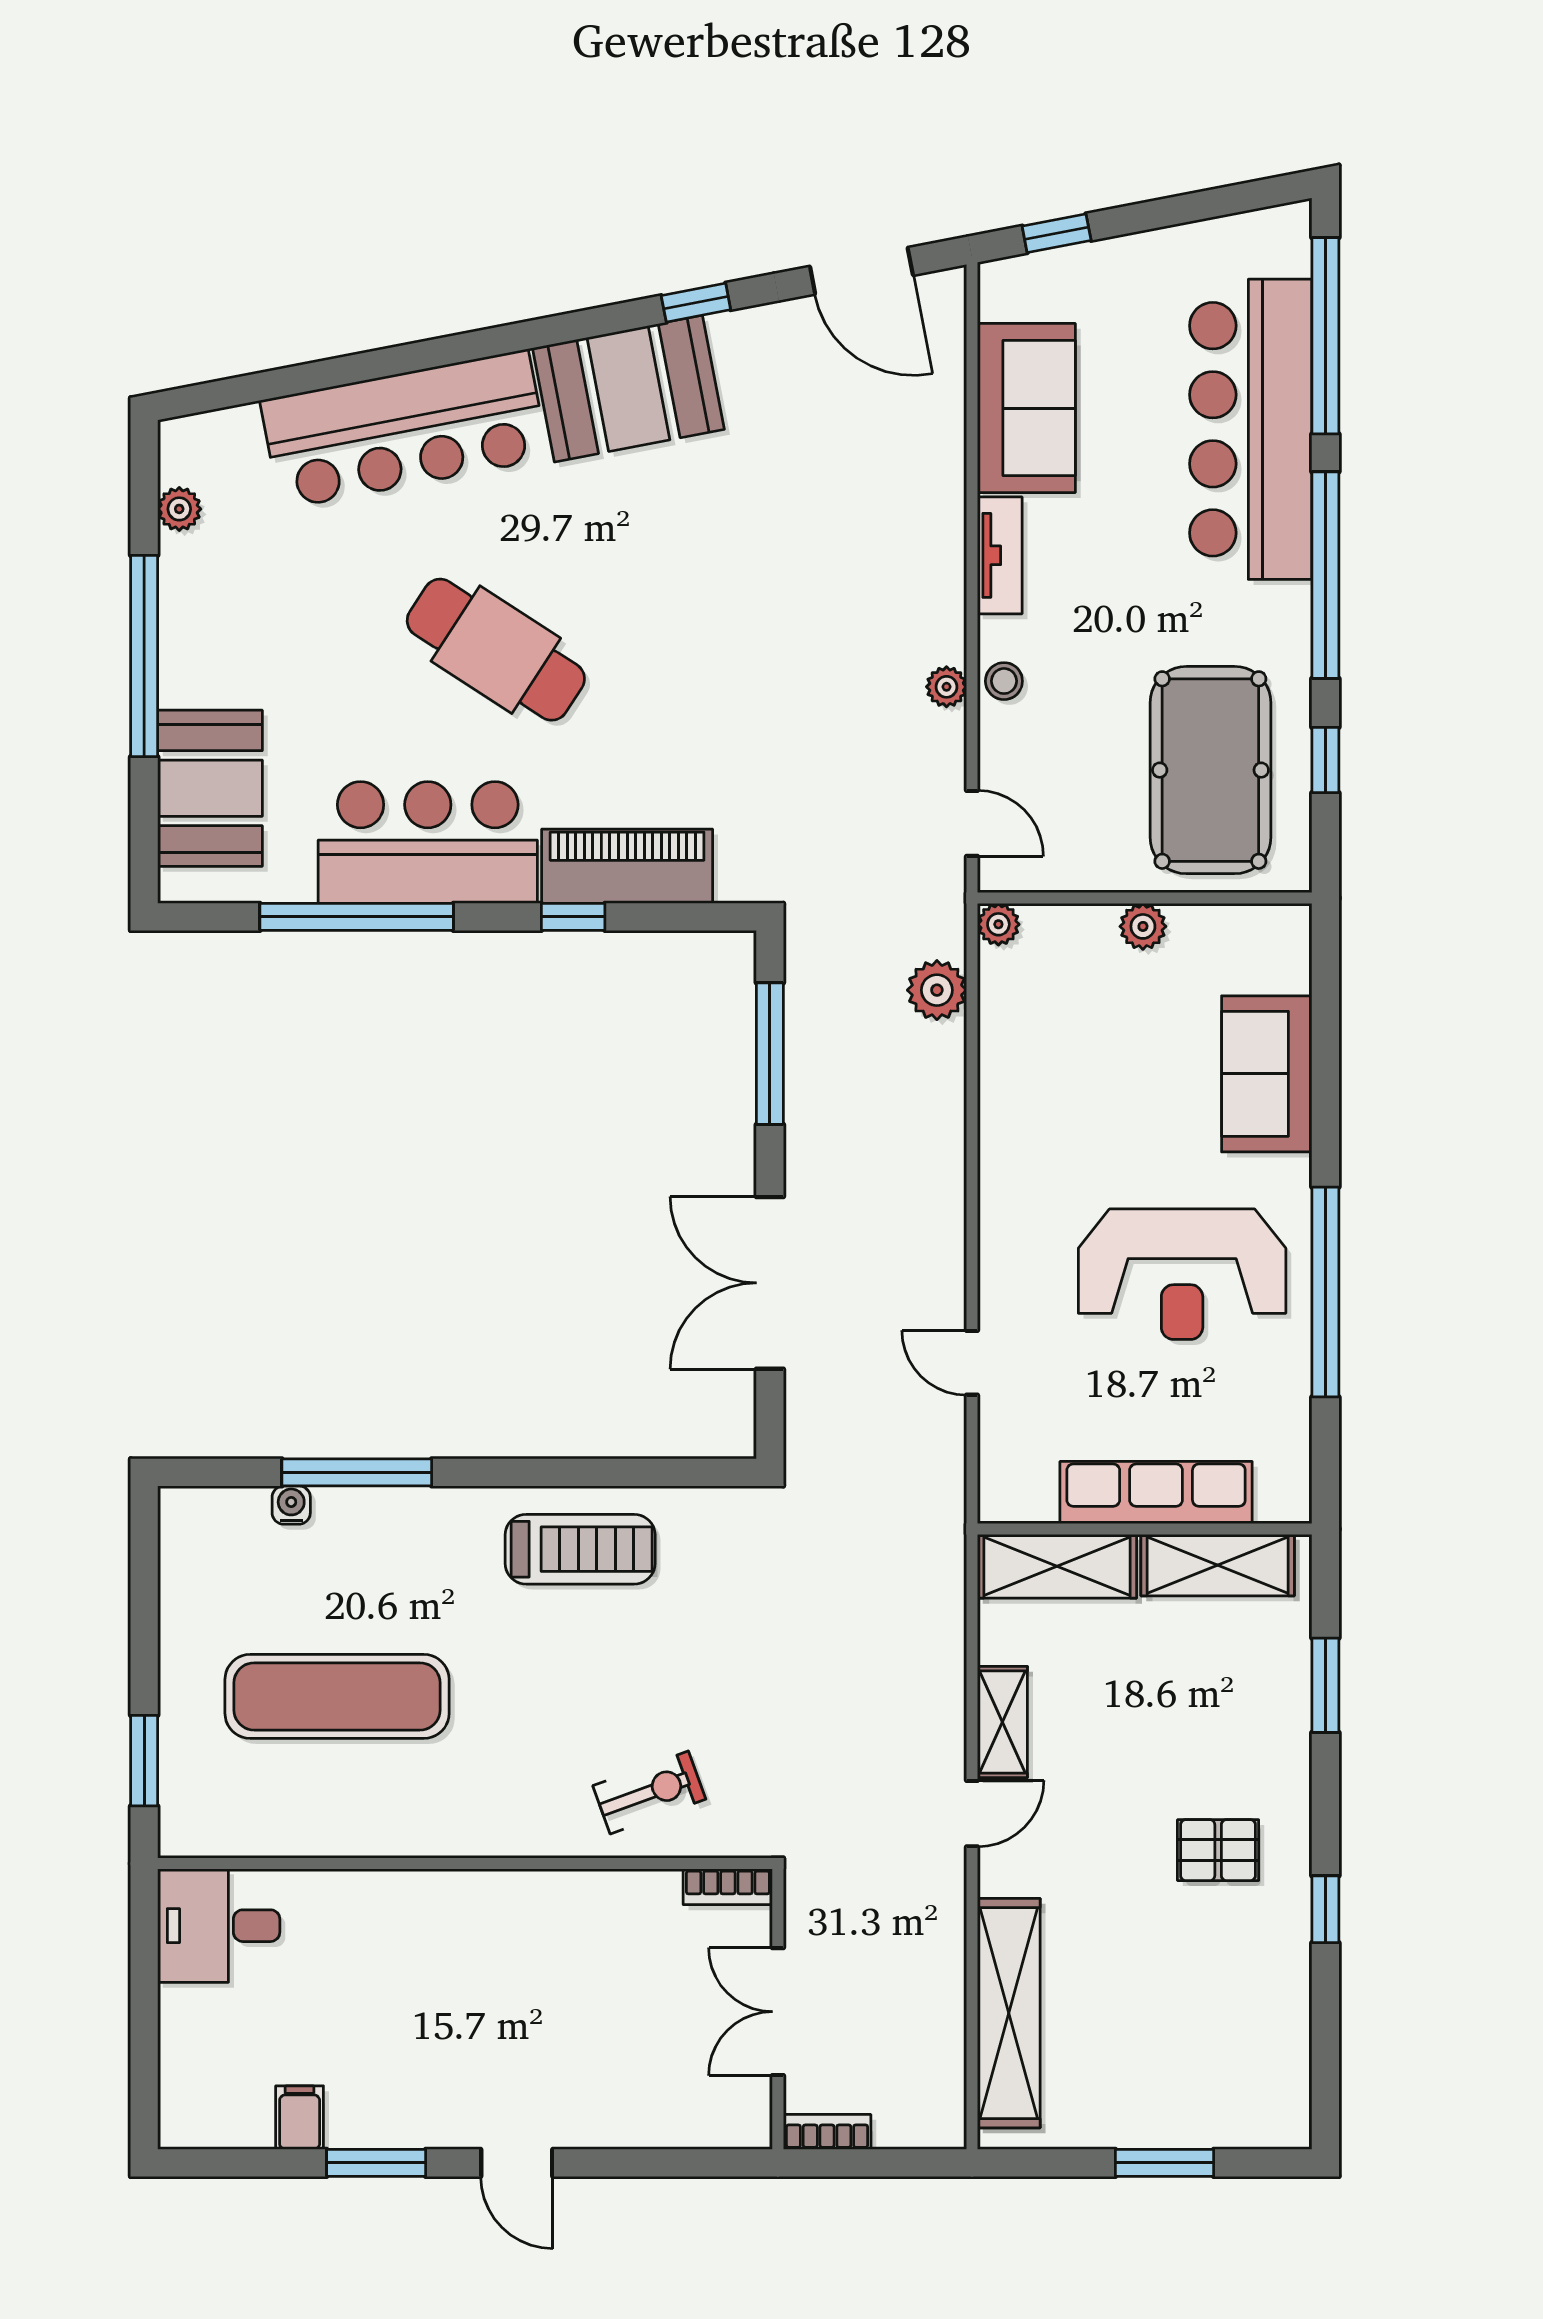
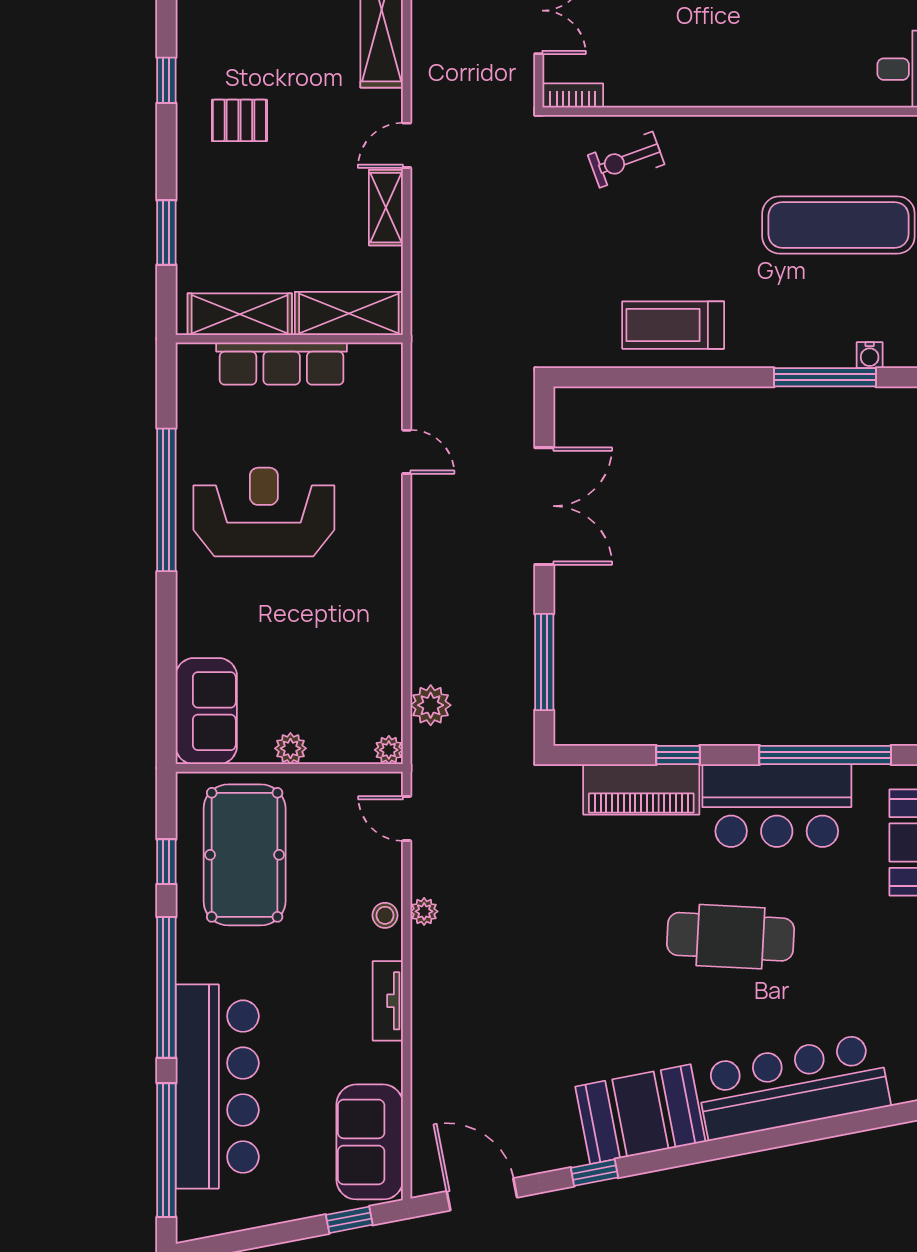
sofa: (1026, 408) -> (370, 1142), moved
cafe table: (496, 650) -> (730, 937), turned -30
sofa: (1267, 1074) -> (206, 711), moved

